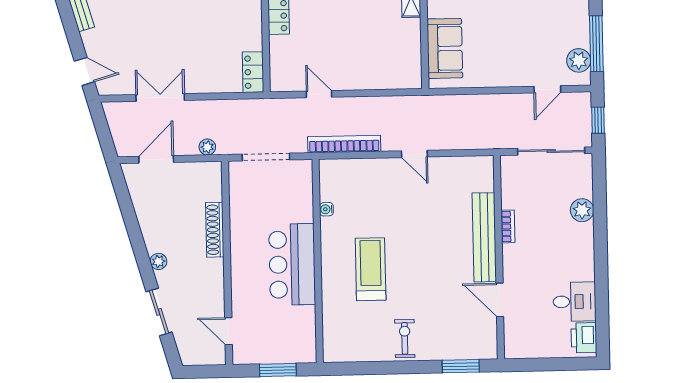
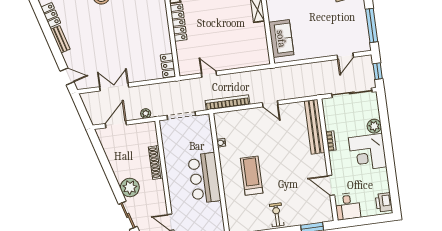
plant: (579, 60) -> (362, 37), removed
bench: (484, 237) -> (315, 127), moved
corner desk: (566, 252) -> (368, 152), added
plant: (158, 261) -> (130, 187), width x1.88, depth x1.88
desk: (574, 302) -> (348, 206), moved, turned 90

